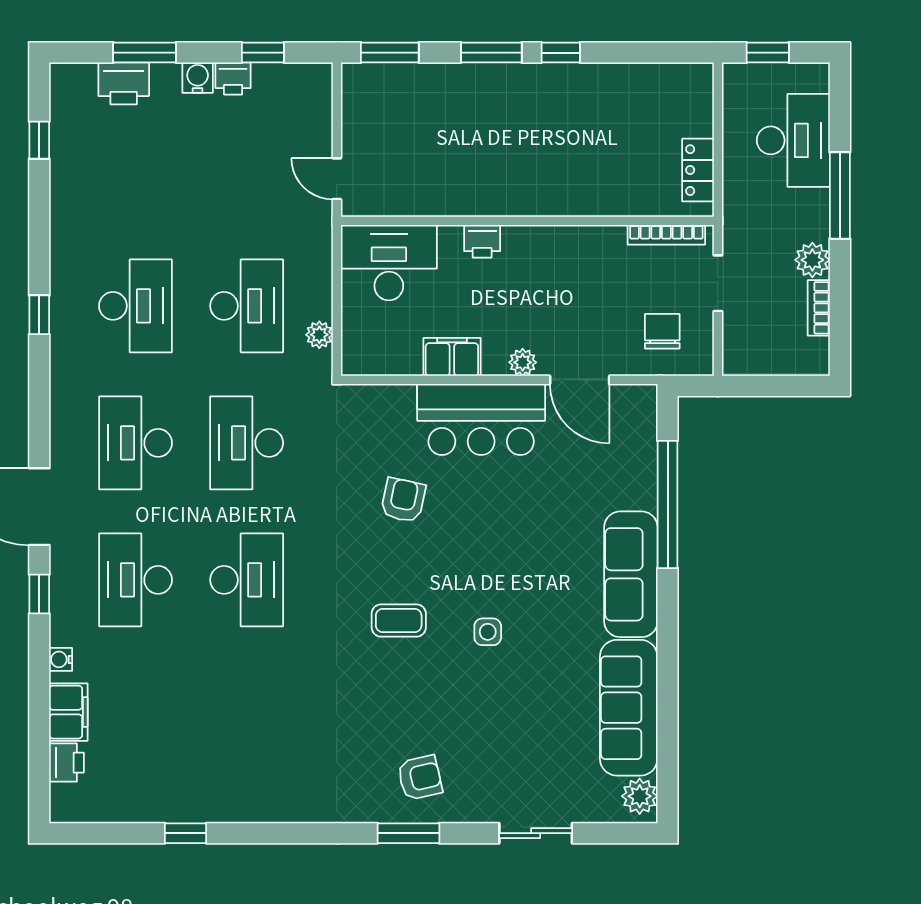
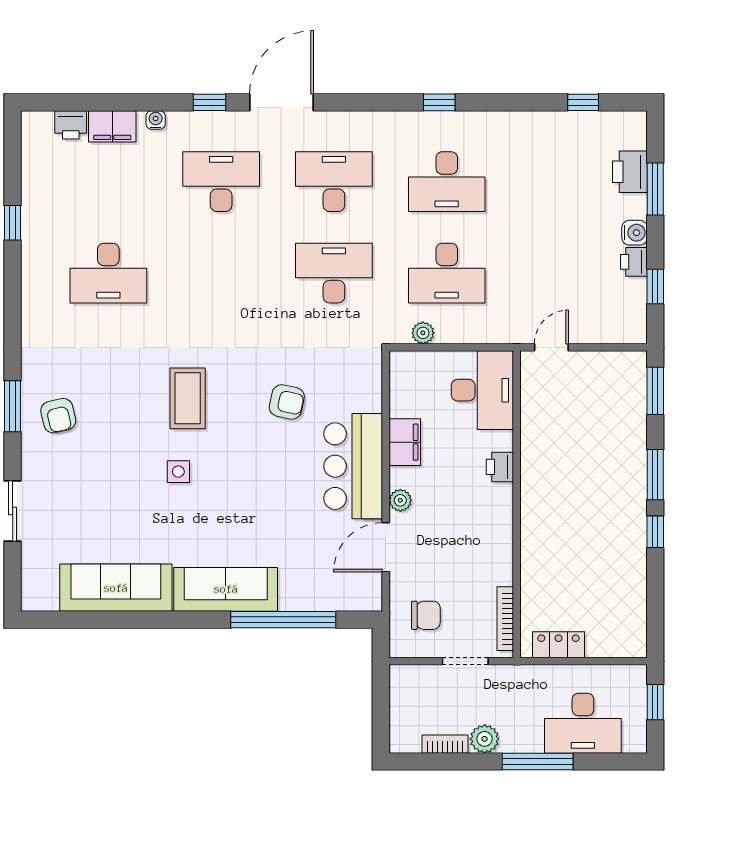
desk: (247, 580) -> (108, 273), moved
coffee table: (399, 621) -> (188, 398), width x1.36, depth x1.30
plant: (640, 796) -> (43, 597), removed

